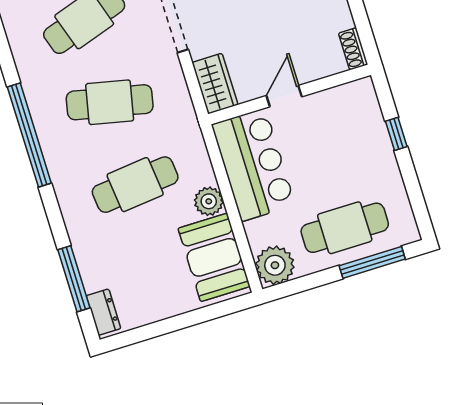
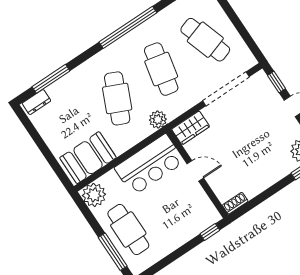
window: (396, 134) -> (210, 232), moved
cafe table: (135, 185) -> (117, 98), turned 30
plant: (209, 201) -> (158, 120), moved

